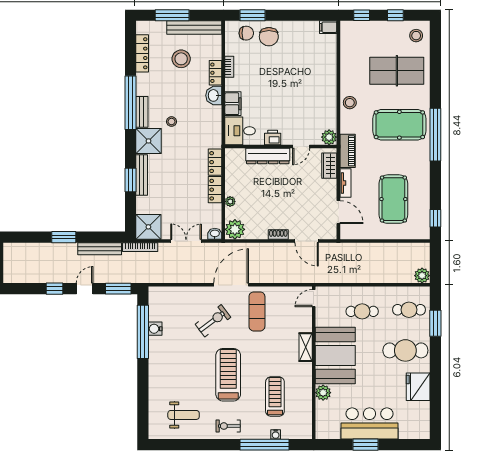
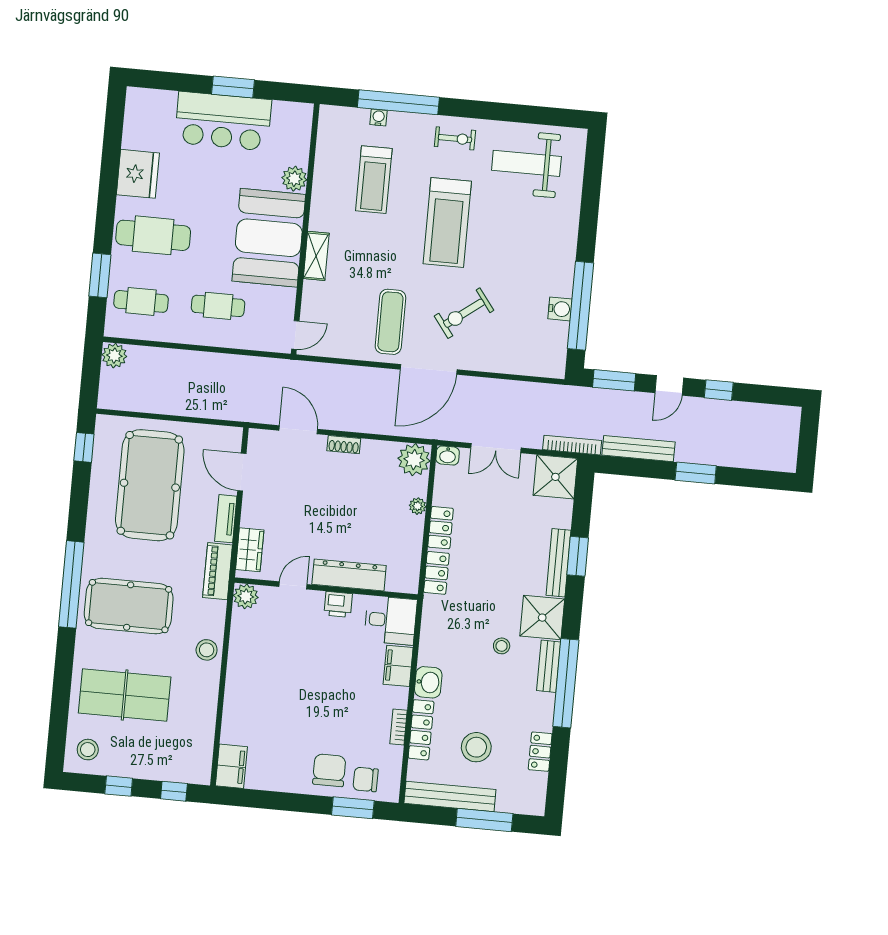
filing cabinet: (328, 27) -> (231, 766), width x2.00
locker: (142, 53) -> (540, 752), width x0.66
locker: (215, 73) -> (421, 730), width x1.53
pool table: (393, 199) -> (150, 485), width x1.36, depth x1.32
weight bench: (184, 415) -> (526, 163), width x1.36, depth x1.33

